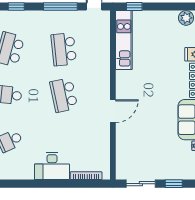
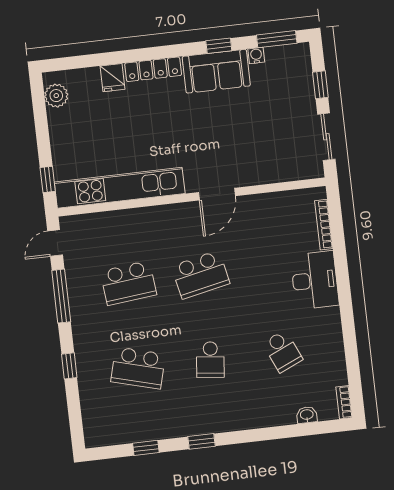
kitchen unit: (124, 40) -> (120, 188), width x1.36
door: (113, 111) -> (217, 194), swing flipped

